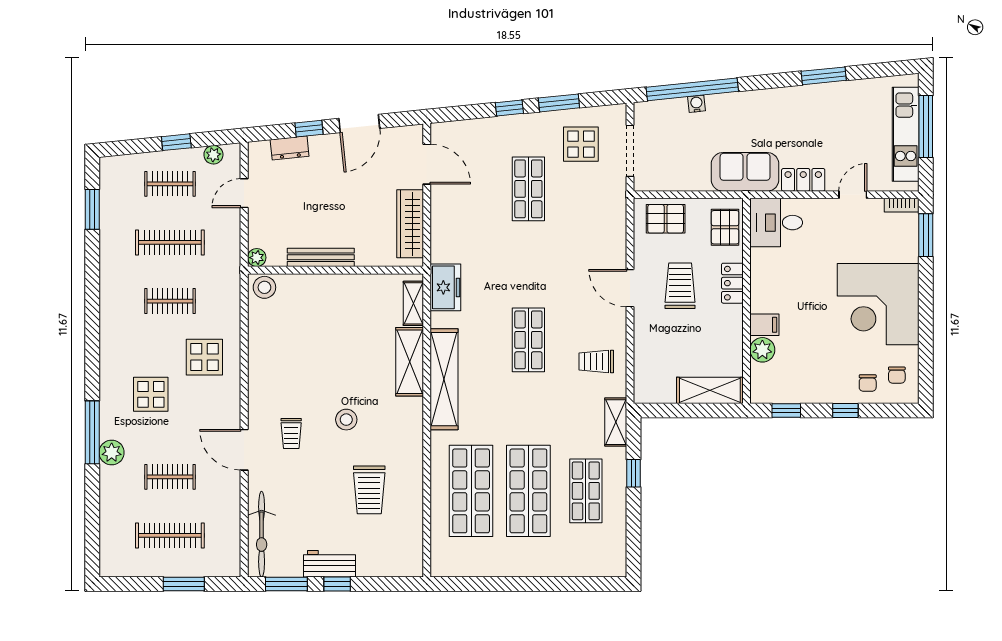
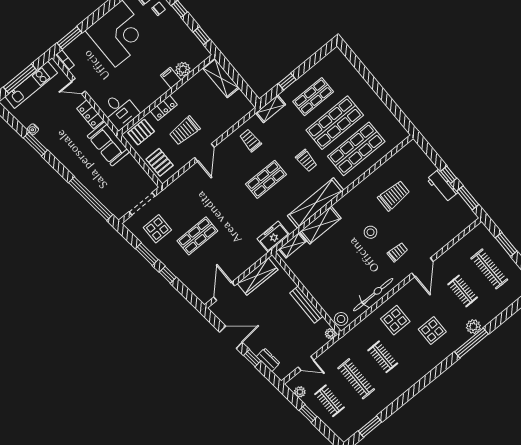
water cooler: (696, 104) -> (33, 129), moved
trolley: (596, 361) -> (250, 140), turned 180
trolley: (509, 413) -> (306, 161), added
bicycle: (262, 534) -> (373, 295), moved

